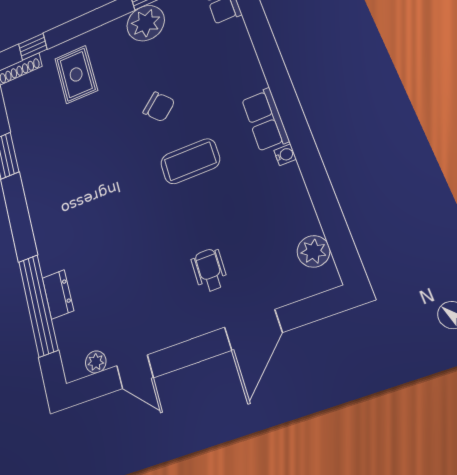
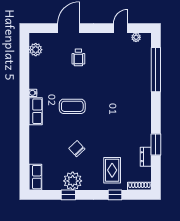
window: (33, 47) -> (115, 195), moved
chair: (159, 107) -> (77, 149), moved
dresser: (58, 294) -> (146, 157), moved
door: (135, 372) -> (121, 28), hinge flipped

